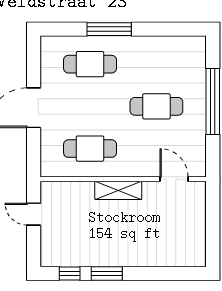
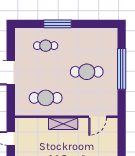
cafe table: (90, 64) -> (46, 46), width x0.73, depth x0.74
door: (174, 179) -> (98, 117), swing flipped

